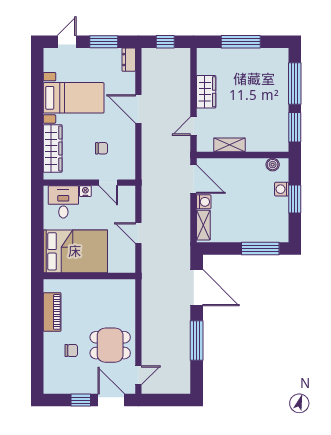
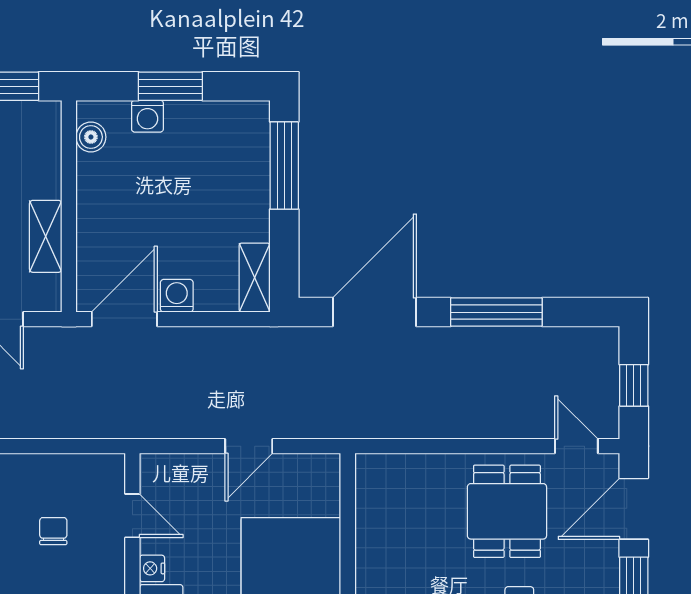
door: (108, 183) -> (132, 516), hinge flipped
shelving: (203, 225) -> (255, 278), moved, turned 90
window: (165, 400) -> (634, 385), added

